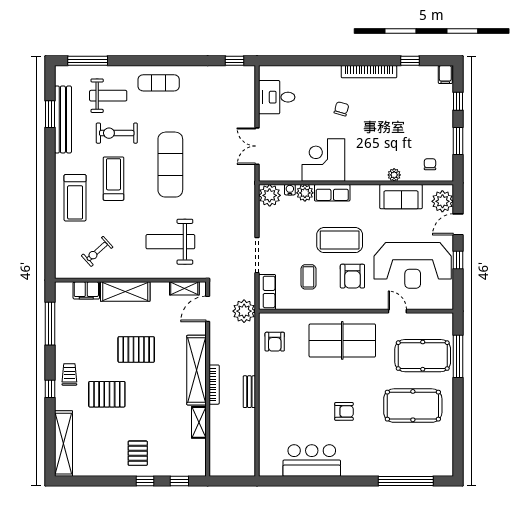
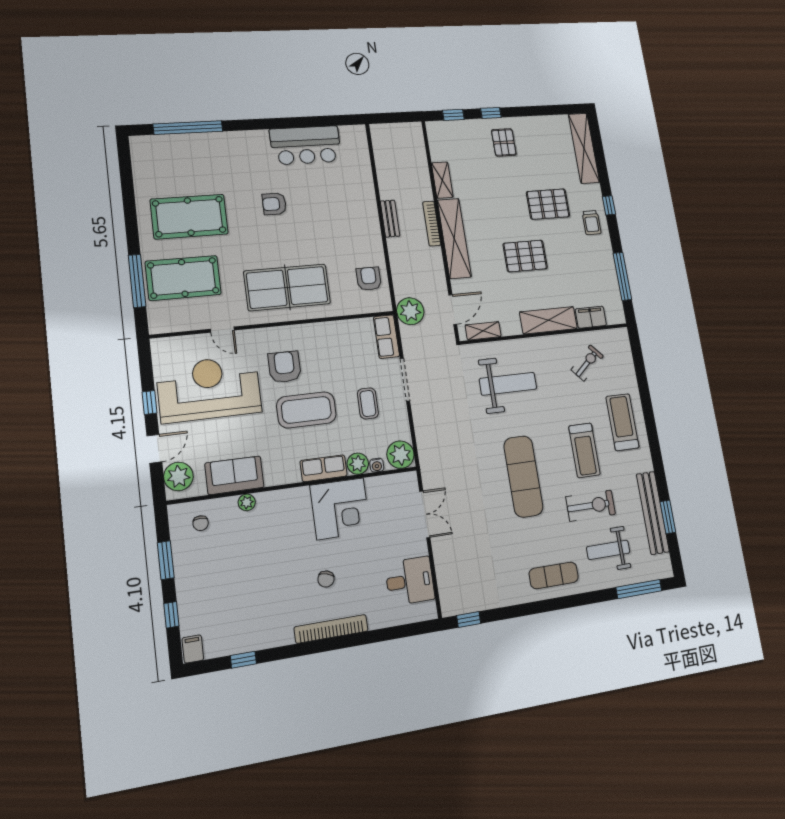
bookcase: (369, 72) -> (331, 629), moved
coffee table: (308, 277) -> (368, 403), moved

